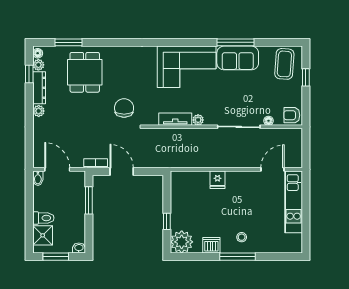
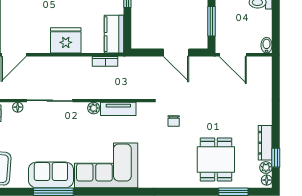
chair: (124, 108) -> (174, 121), width x0.54, depth x0.54
plant: (39, 111) -> (266, 118), removed
bookcase: (96, 163) -> (105, 61), moved
door: (57, 169) -> (233, 55), moved
fridge: (217, 180) -> (66, 40), width x1.88, depth x1.34
kitchen counter: (179, 188) -> (114, 34), added

